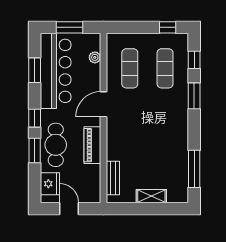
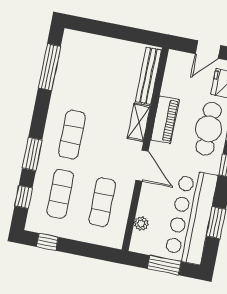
door: (104, 104) -> (142, 166), hinge flipped
exercise mat: (165, 118) -> (72, 135), added
bench: (113, 178) -> (148, 76), width x1.36
shelving: (151, 196) -> (139, 122), moved, turned 90
door: (69, 209) -> (208, 50), hinge flipped

